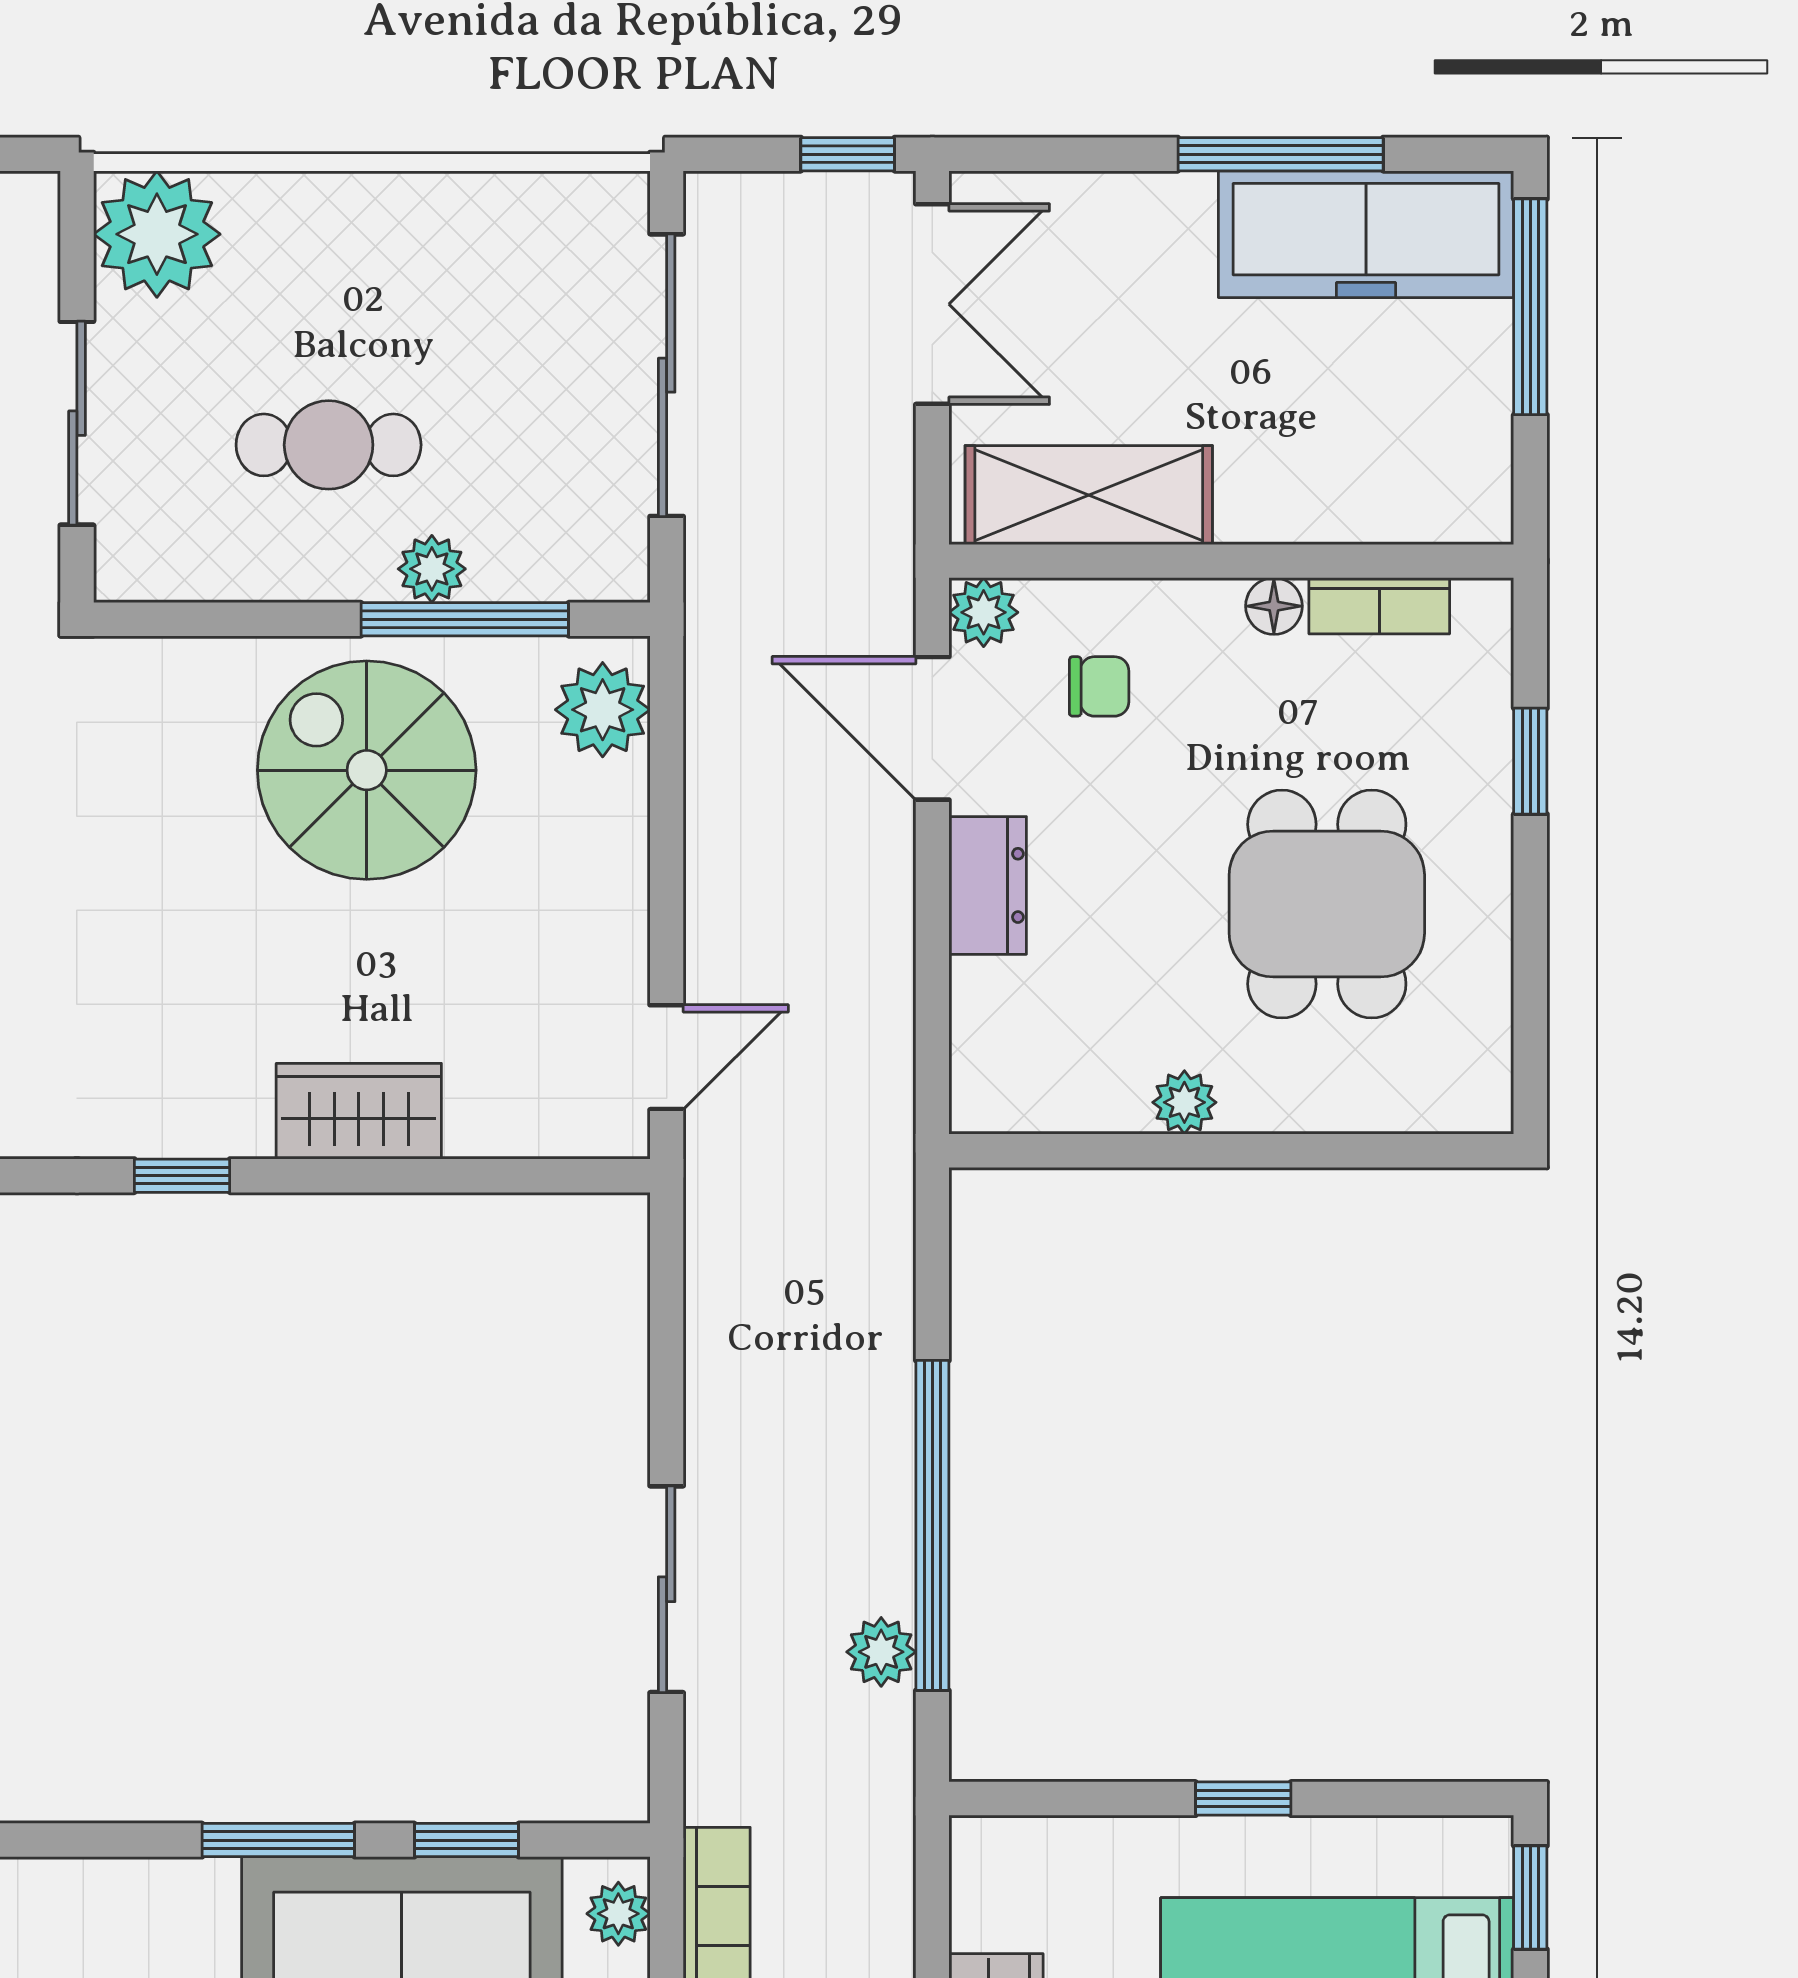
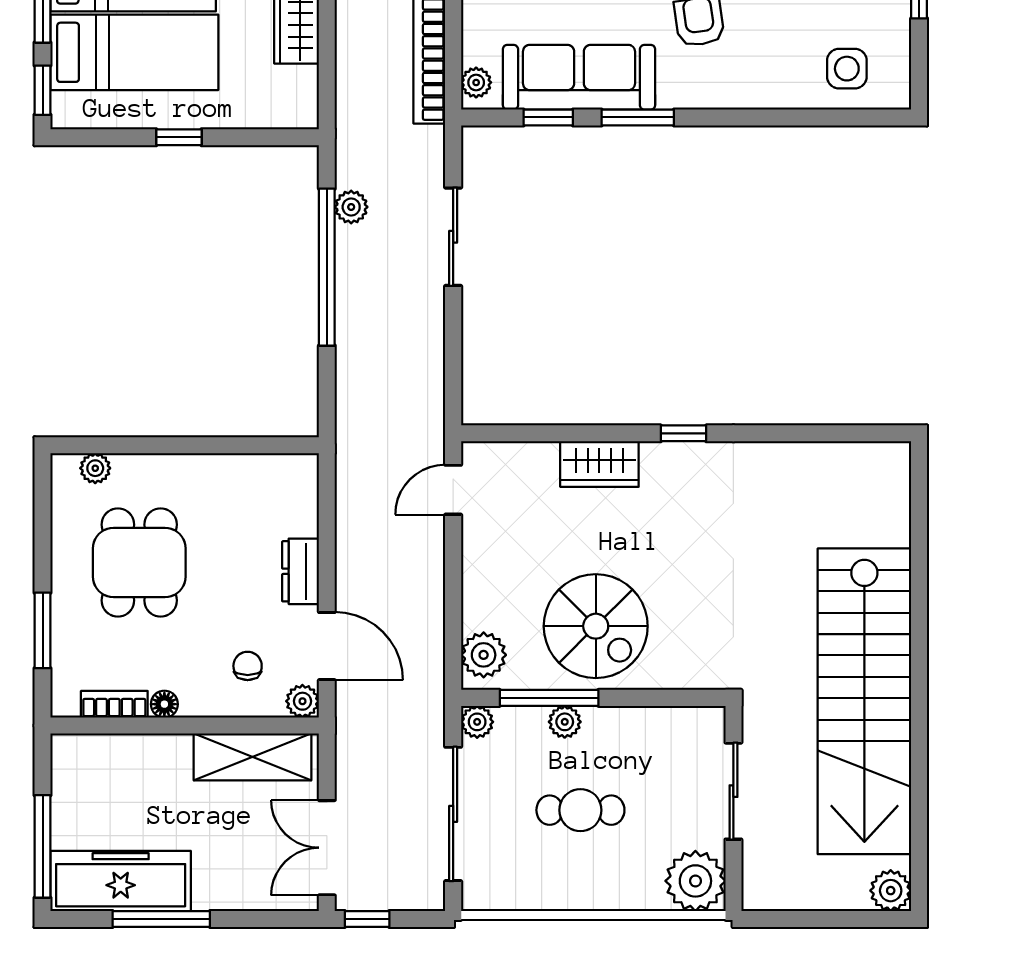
cafe table: (329, 445) -> (580, 810), moved
plant: (616, 569) -> (477, 722), added
chair: (1099, 686) -> (248, 666), turned 90
window: (1530, 761) -> (43, 630), width x1.50
plant: (1184, 1102) -> (95, 468), moved

